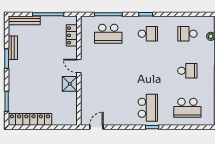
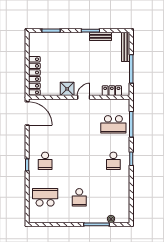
school desk: (108, 34) -> (113, 124), turned -90
school desk: (187, 34) -> (113, 197), removed
school desk: (148, 108) -> (45, 161), width x0.54
school desk: (187, 108) -> (45, 197), turned 90
locker: (30, 119) -> (34, 76), moved
door: (96, 127) -> (27, 113), width x1.87

